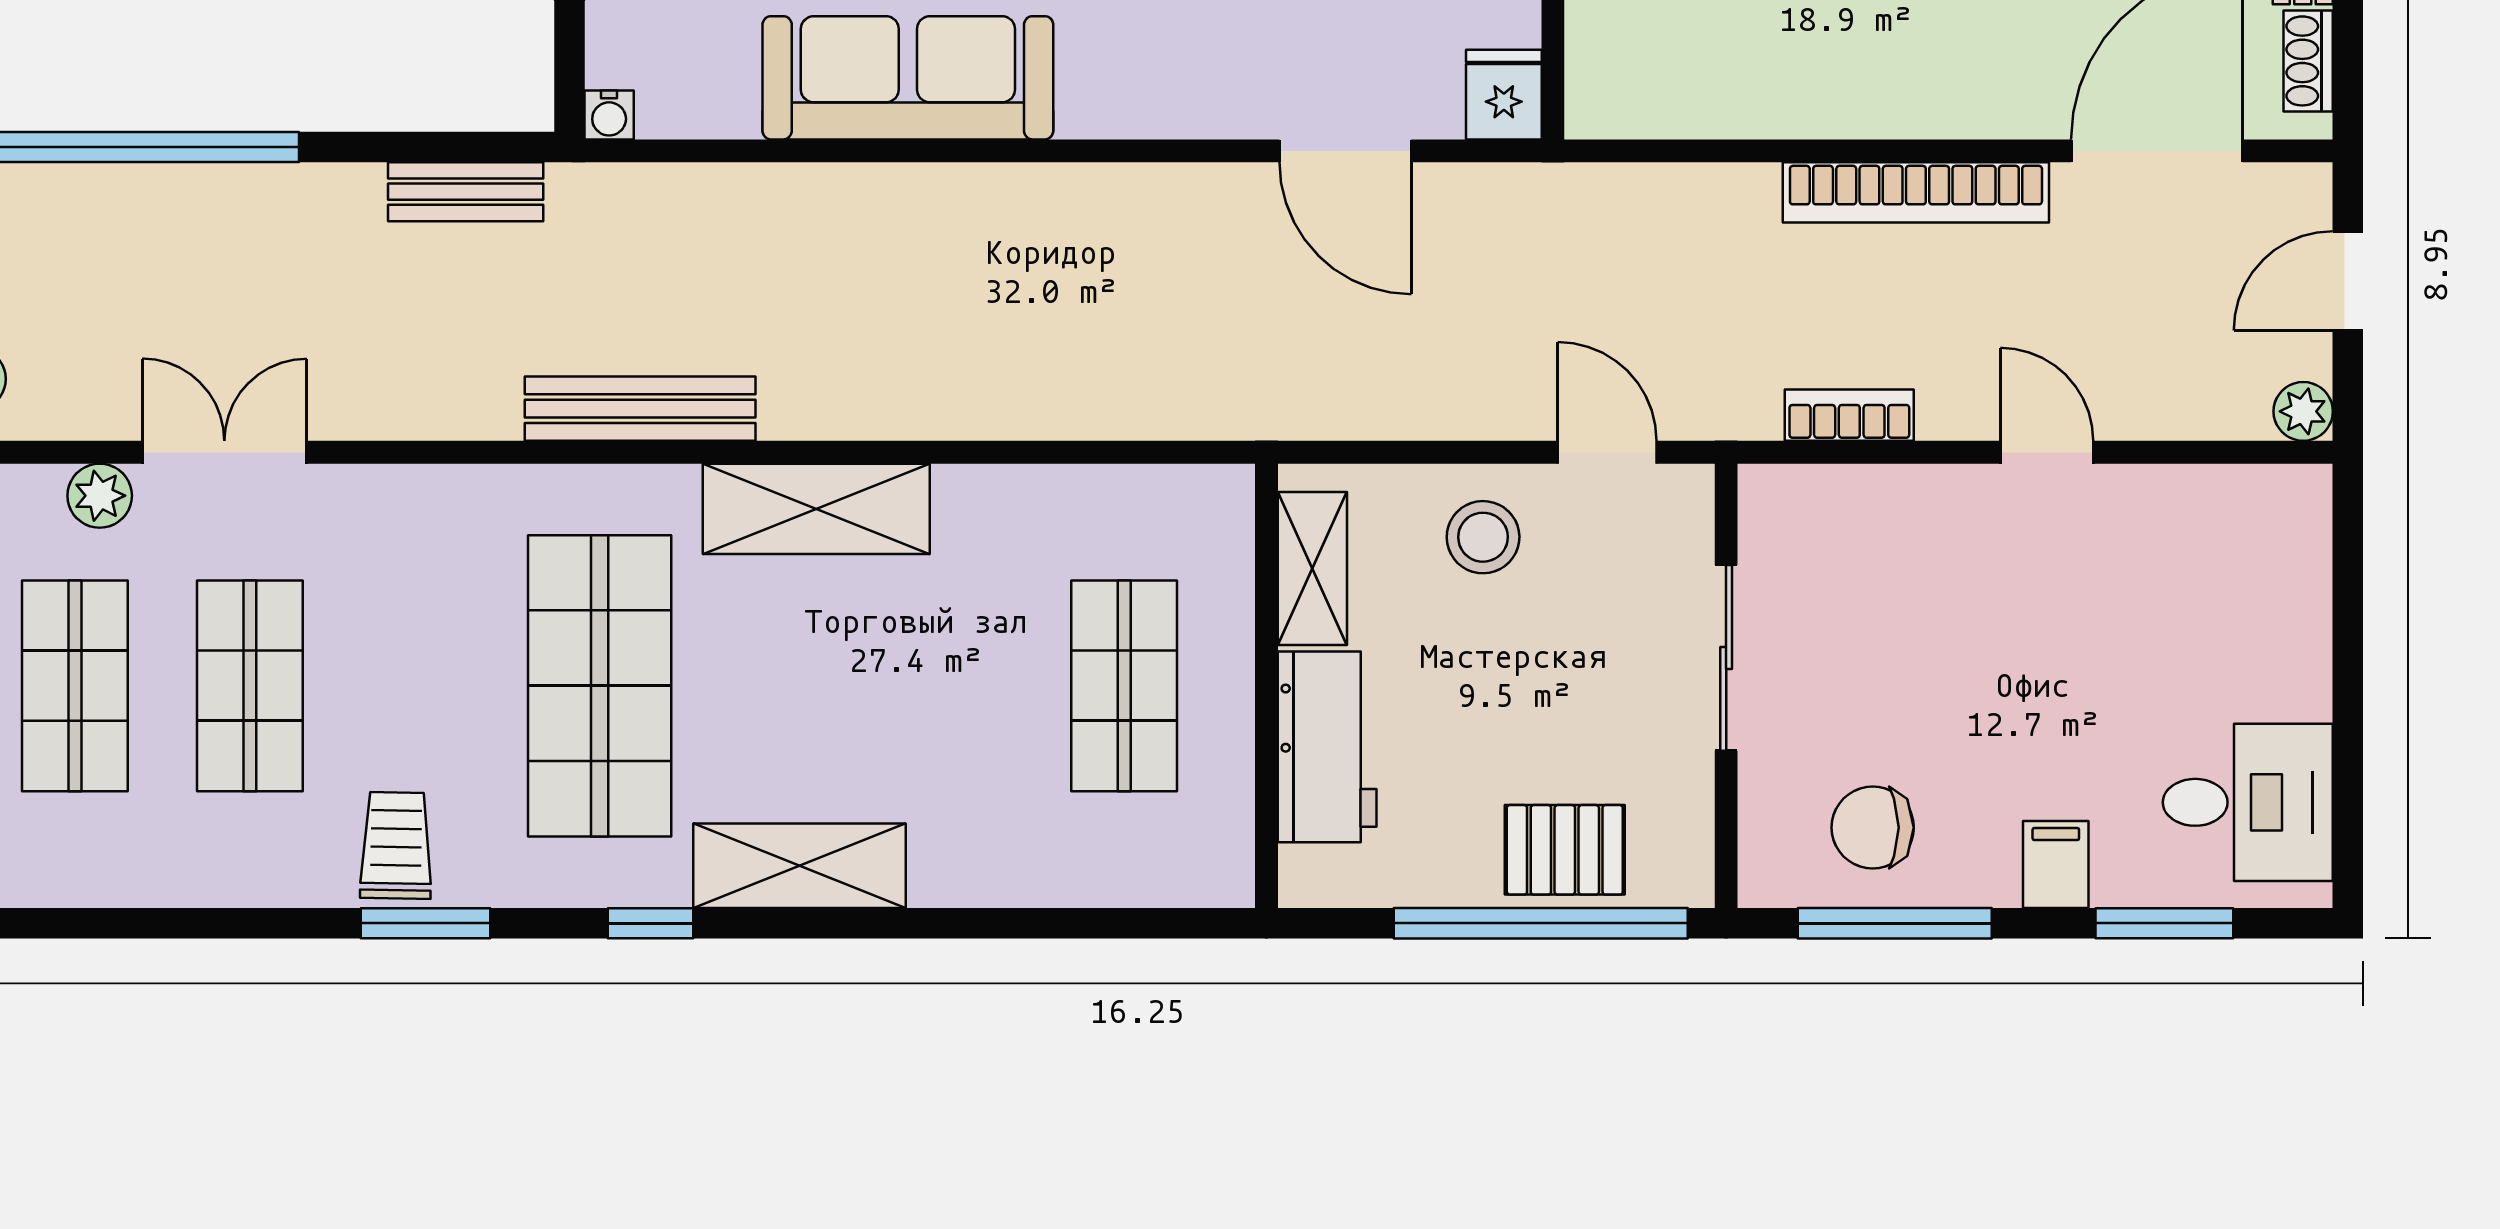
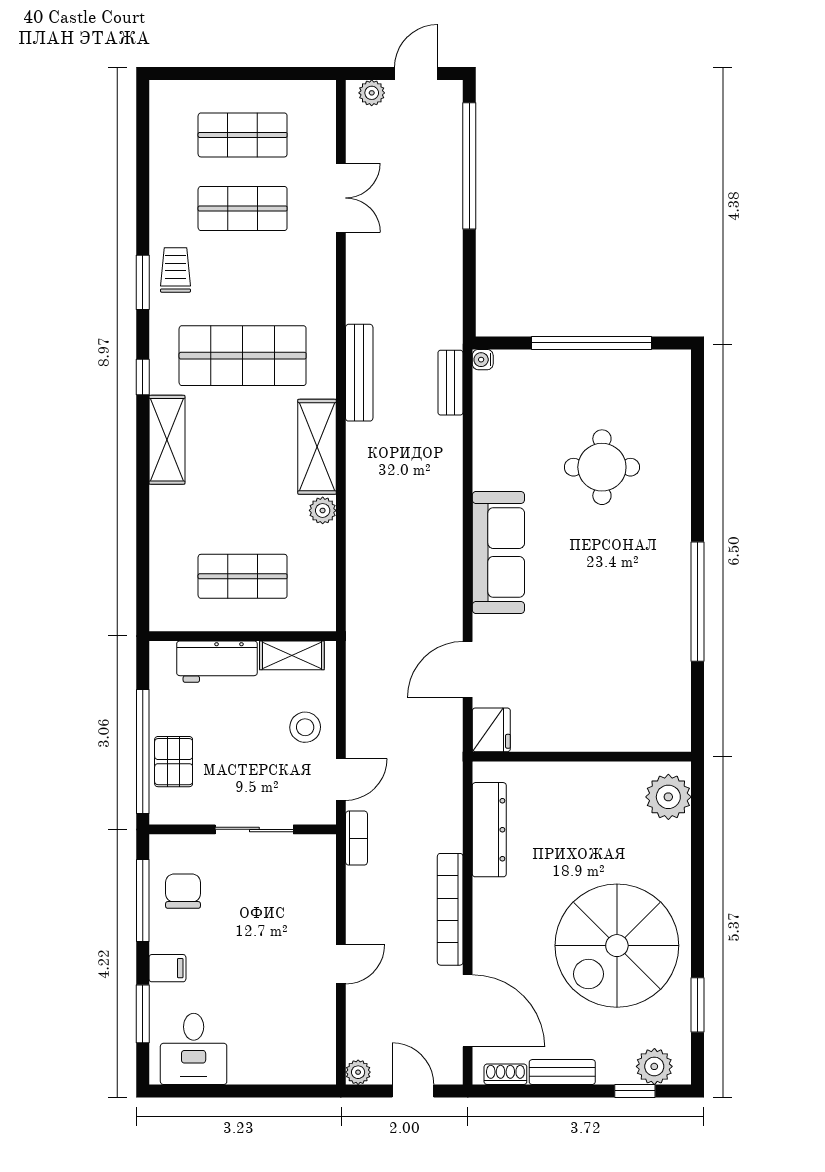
sofa: (908, 78) -> (498, 552), moved
fridge: (1504, 95) -> (491, 730), width x1.38
dresser: (1727, 99) -> (489, 830), added
bench: (466, 192) -> (450, 383), moved
bookcase: (1849, 415) -> (356, 838), moved
plant: (100, 496) -> (323, 510), moved
trolley: (396, 845) -> (175, 270), turned -91

